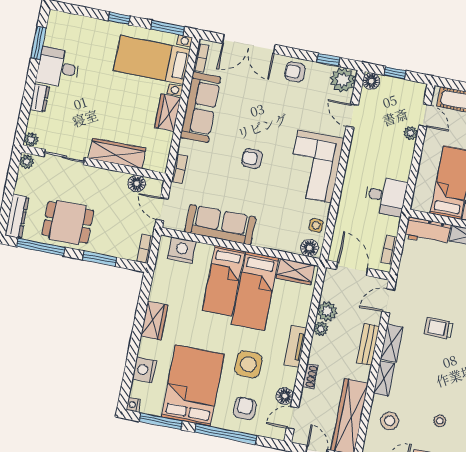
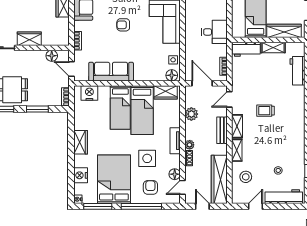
wardrobe: (117, 153) -> (29, 39), width x0.67
plant: (321, 329) -> (190, 145), moved

